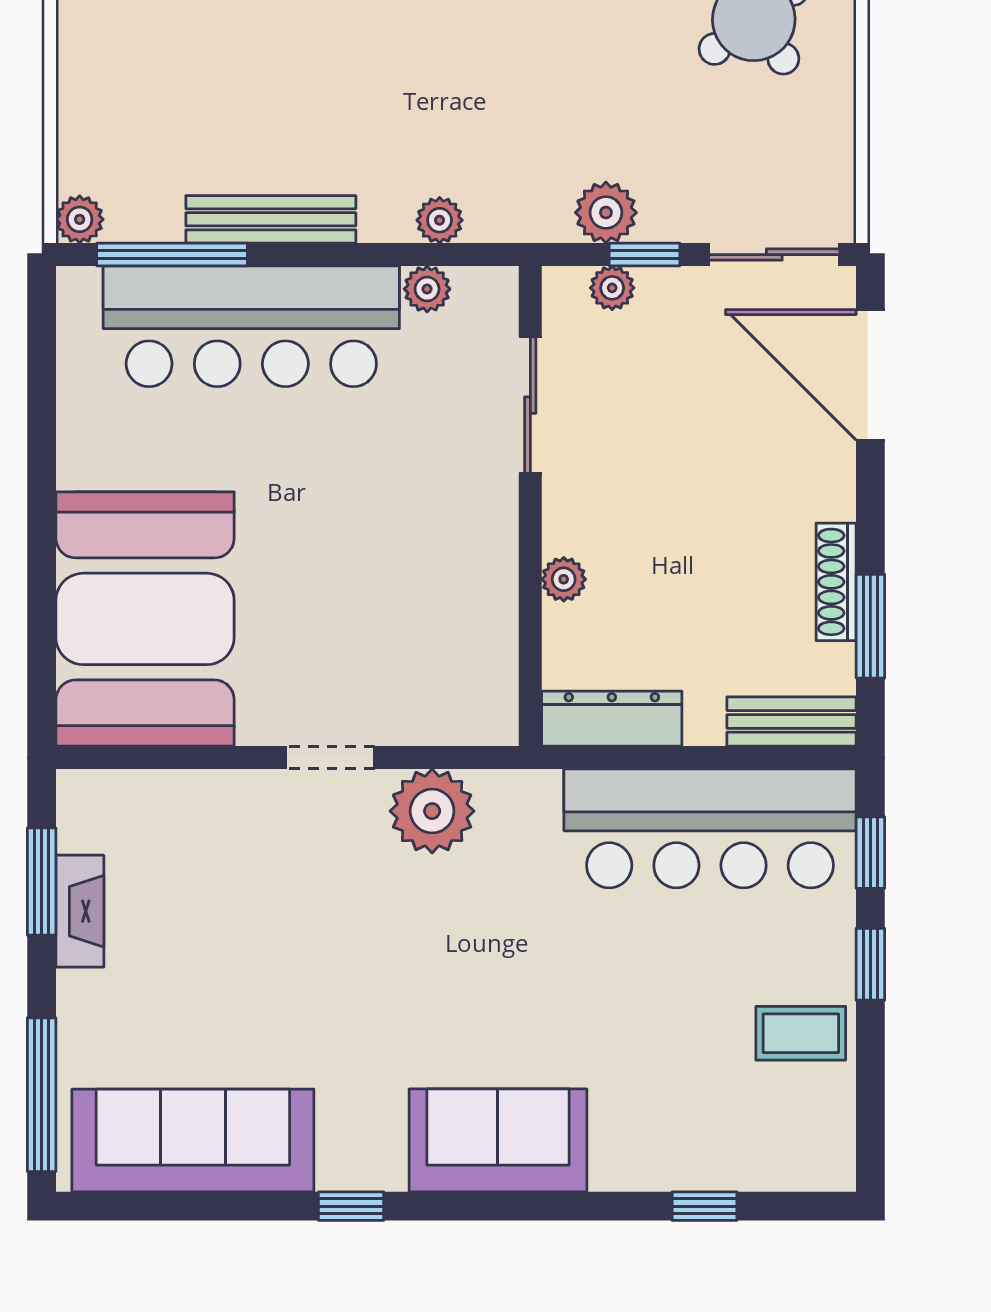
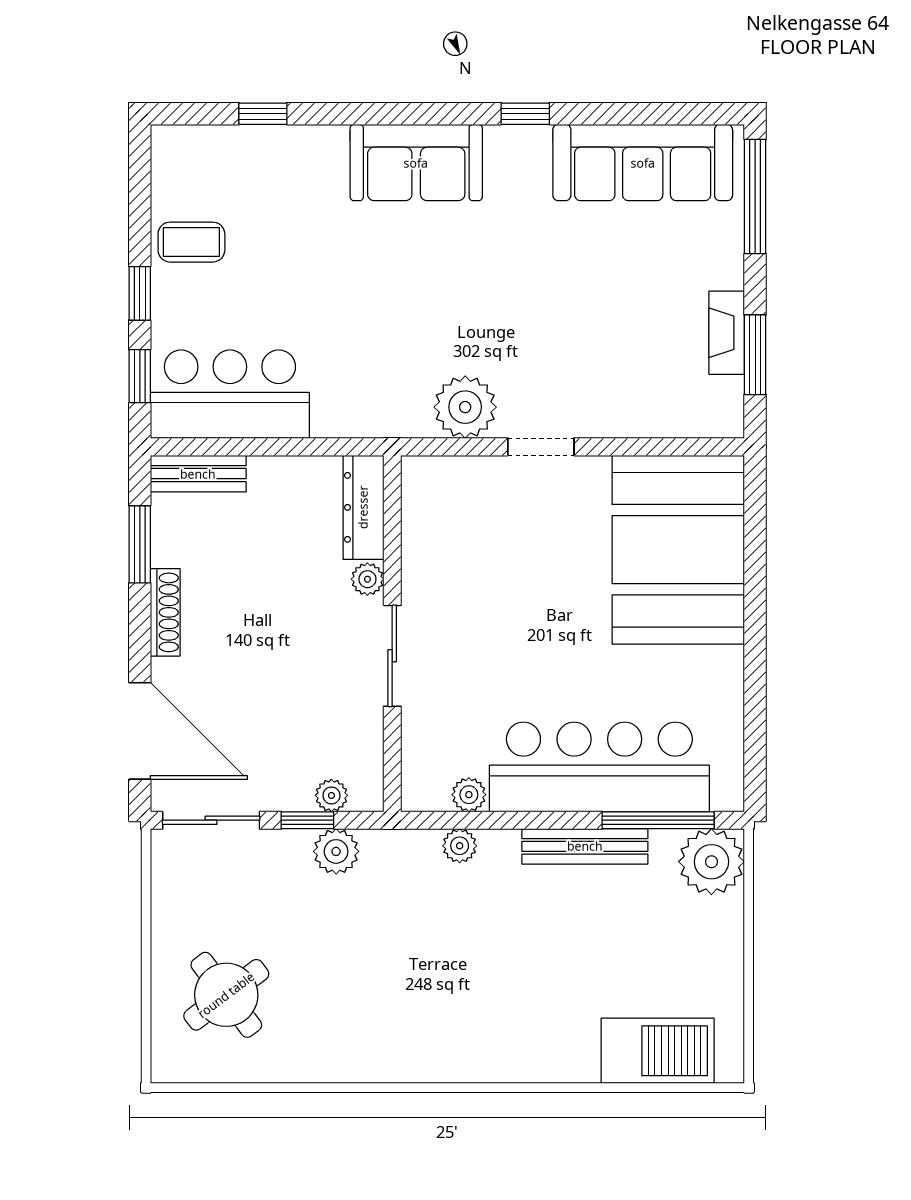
plant: (80, 219) -> (711, 862), width x1.88, depth x1.88
sliding door: (530, 405) -> (392, 656), moved
shoe rack: (836, 582) -> (165, 612), moved
dresser: (612, 719) -> (363, 507), moved, turned 90
bar counter: (710, 828) -> (230, 394), width x0.73

